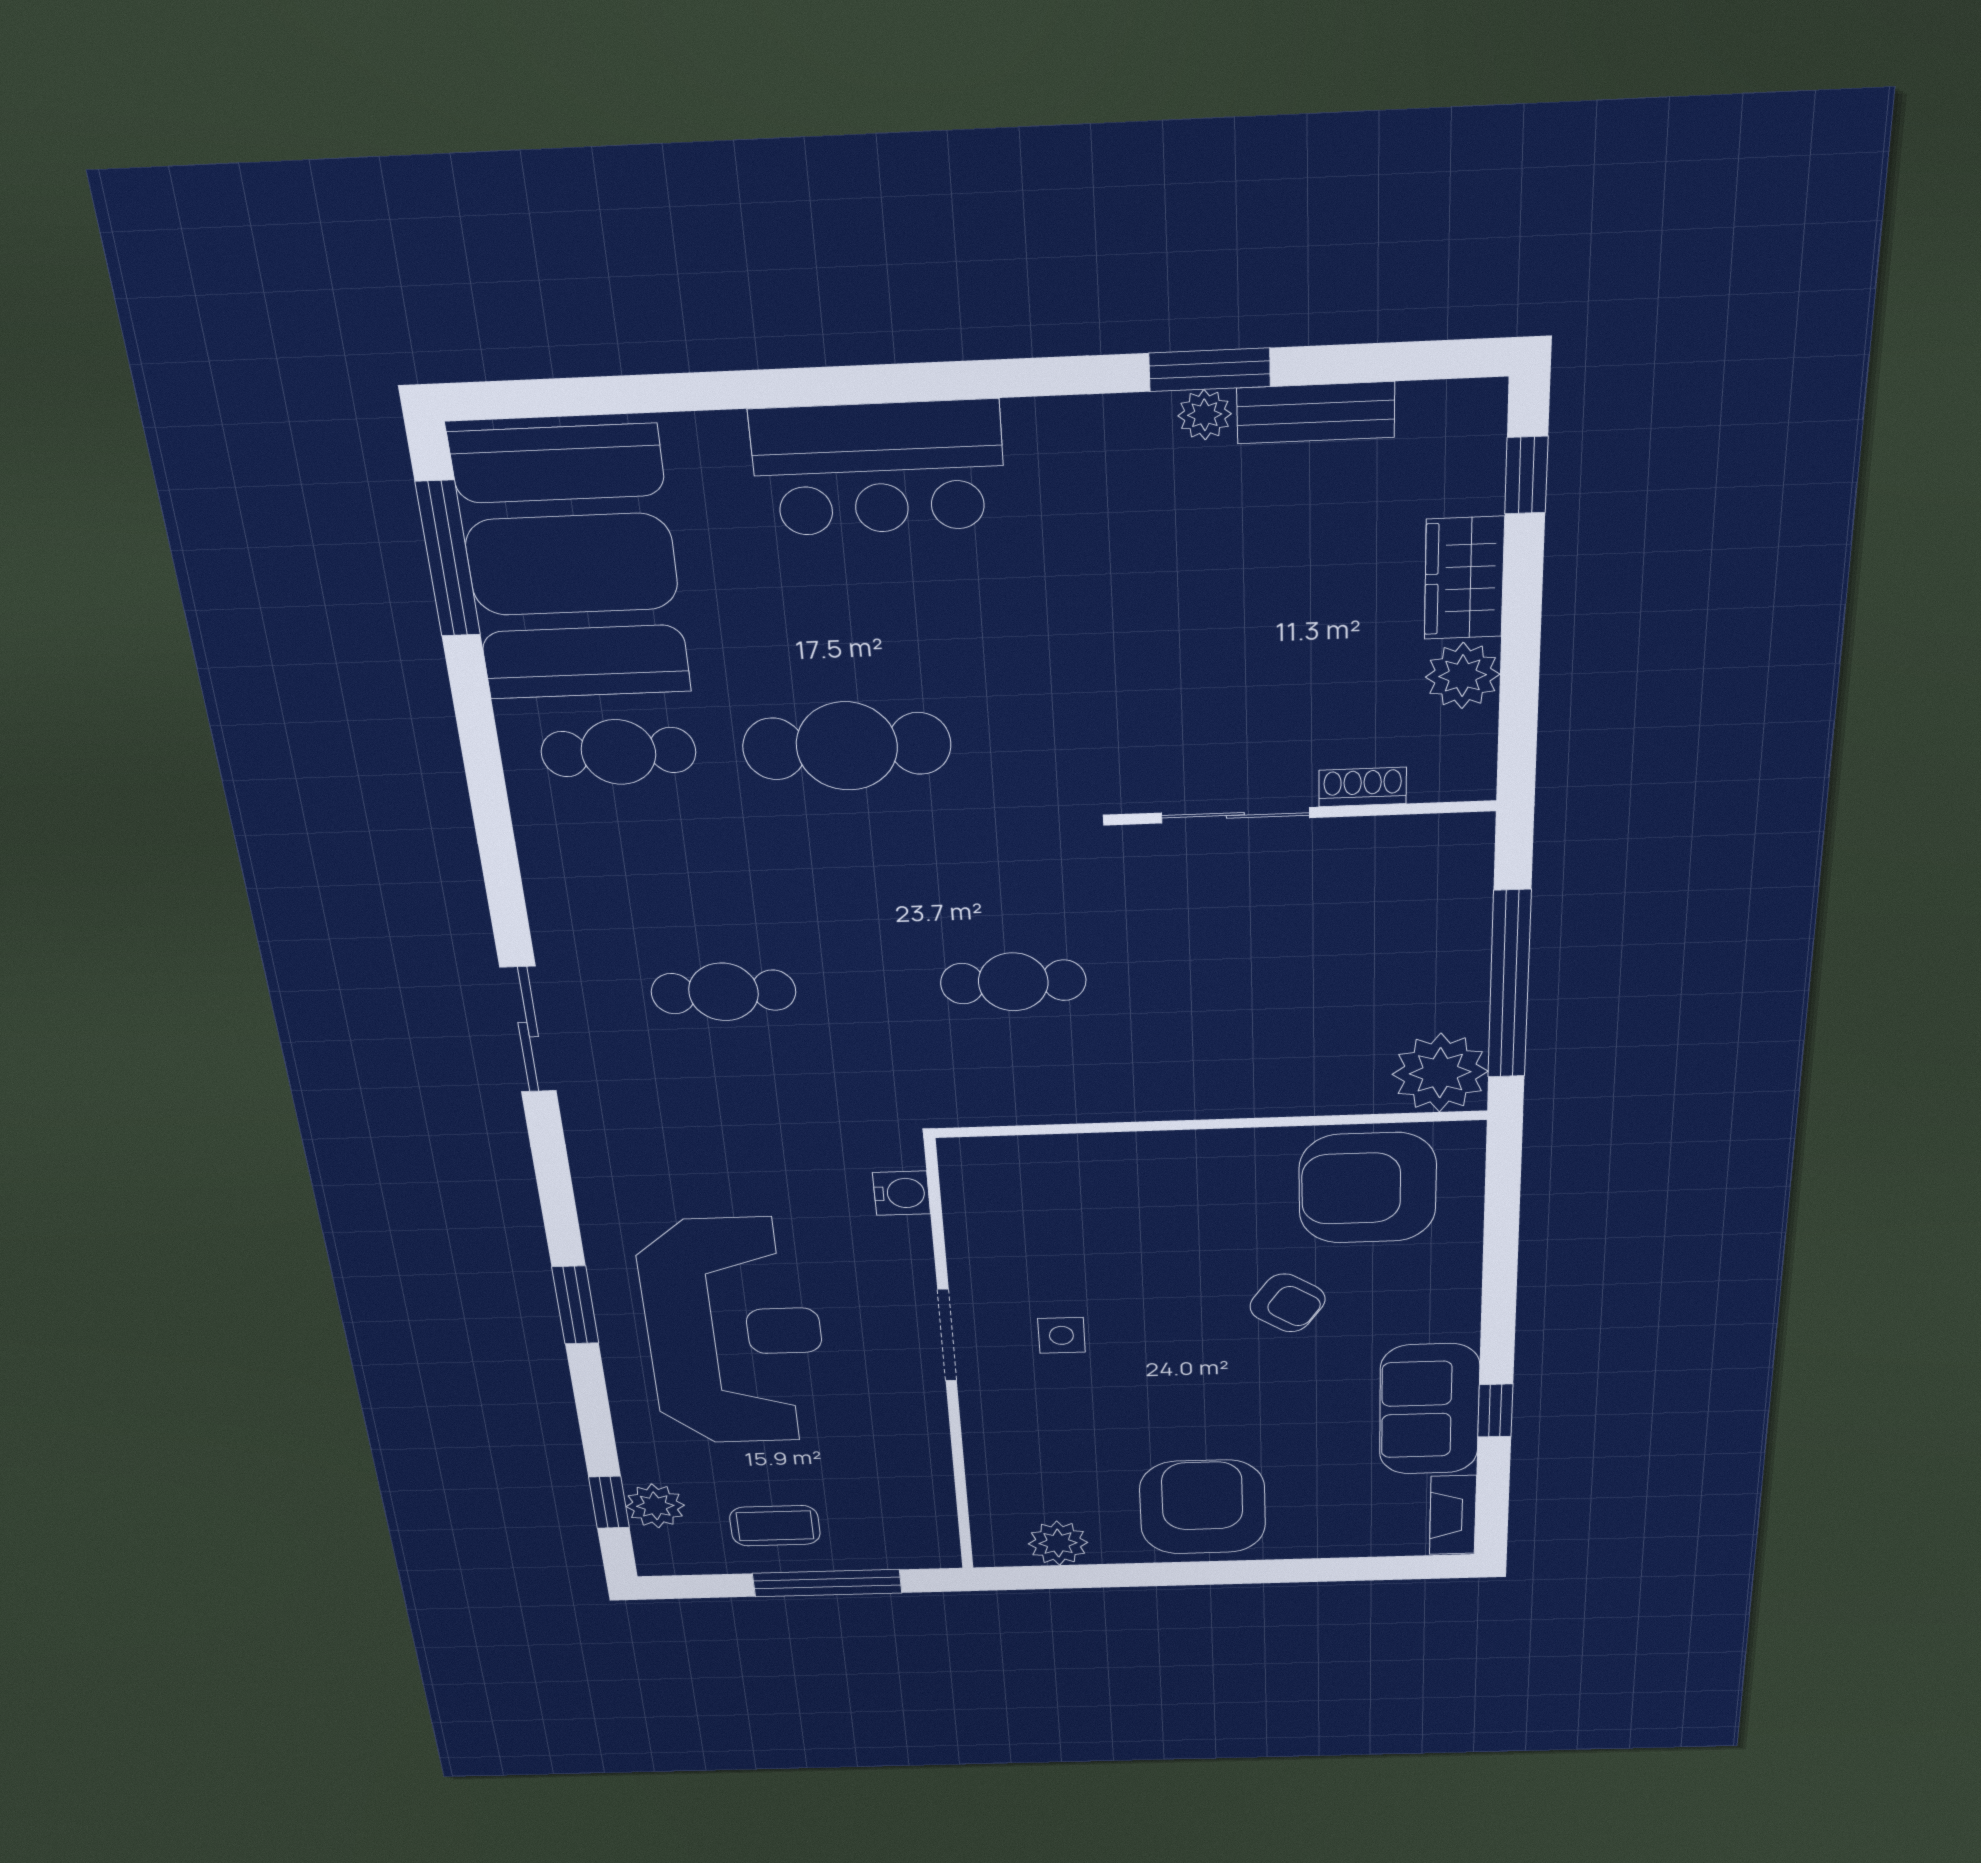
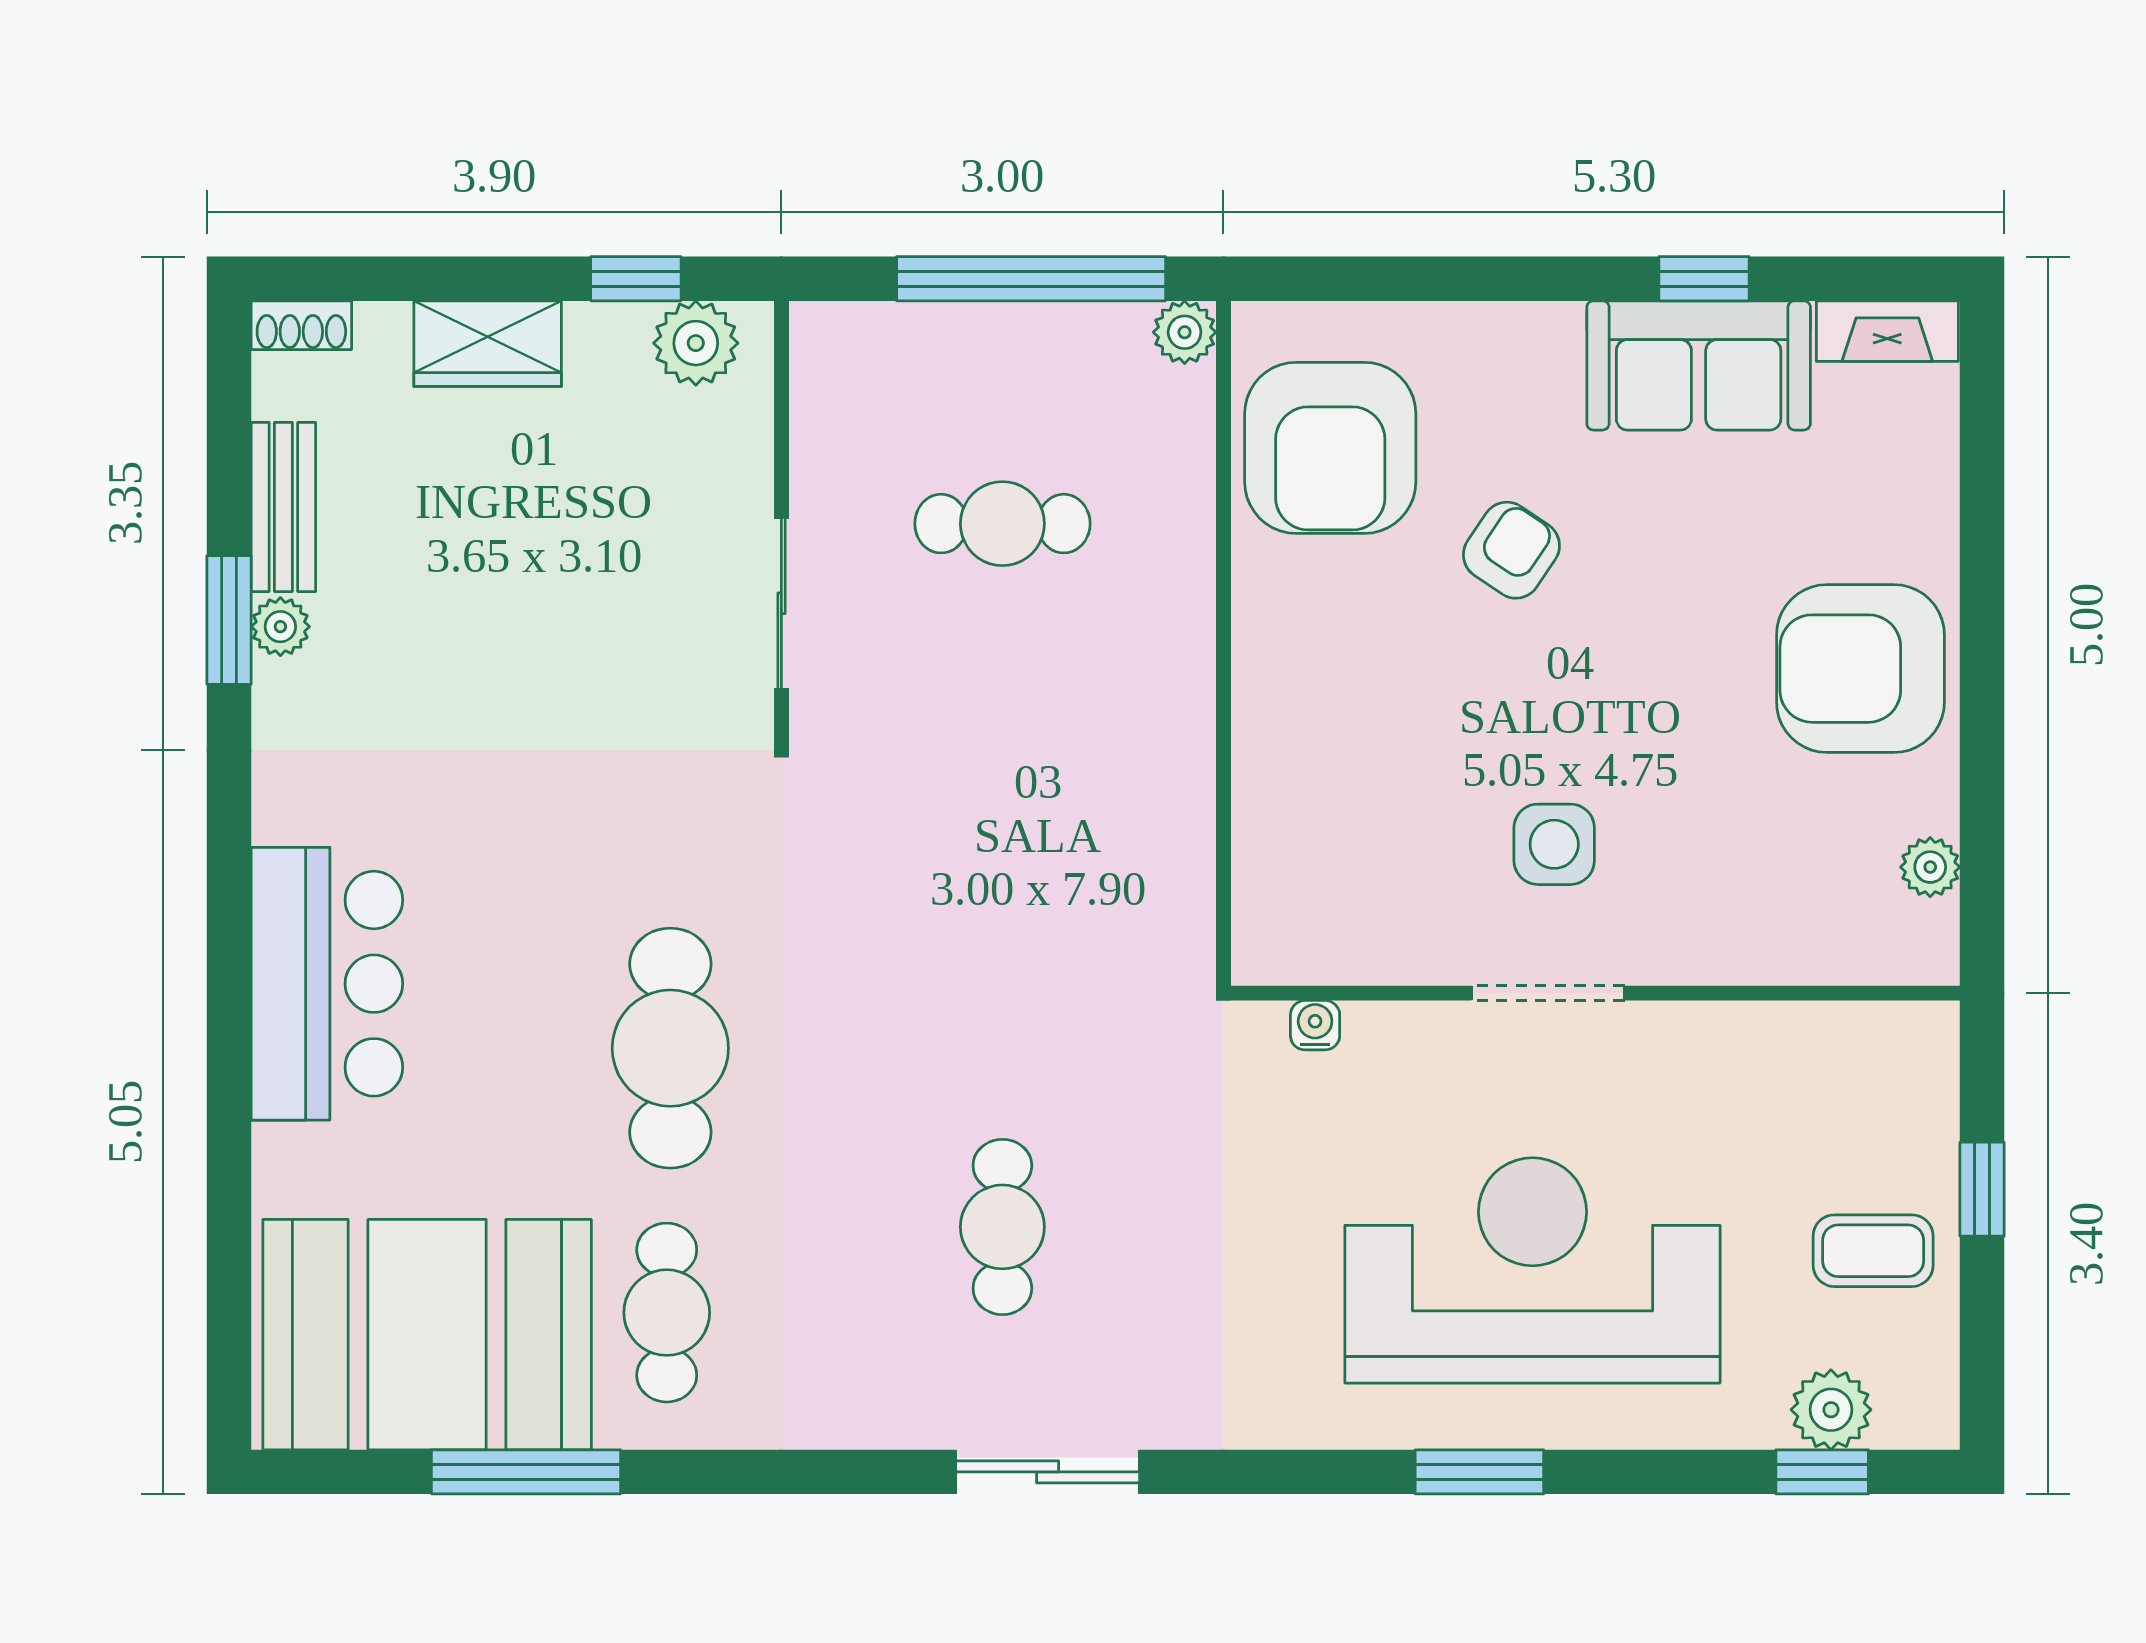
window: (1526, 475) -> (636, 279), moved
window: (448, 559) -> (526, 1472), moved
plant: (1463, 676) -> (696, 343), moved
shoe rack: (1363, 787) -> (301, 325), moved, turned -90
cafe table: (1013, 982) -> (1002, 524), moved, turned 90
plant: (1440, 1073) -> (1185, 332), width x0.53, depth x0.53
water cooler: (902, 1193) -> (1315, 1025), width x0.72, depth x0.72
side table: (1061, 1335) -> (1554, 844), width x1.37, depth x1.37
coffee table: (775, 1526) -> (1873, 1251), turned 90
plant: (1058, 1543) -> (1930, 867), width x0.73, depth x0.73
window: (827, 1583) -> (1982, 1189), width x0.46

